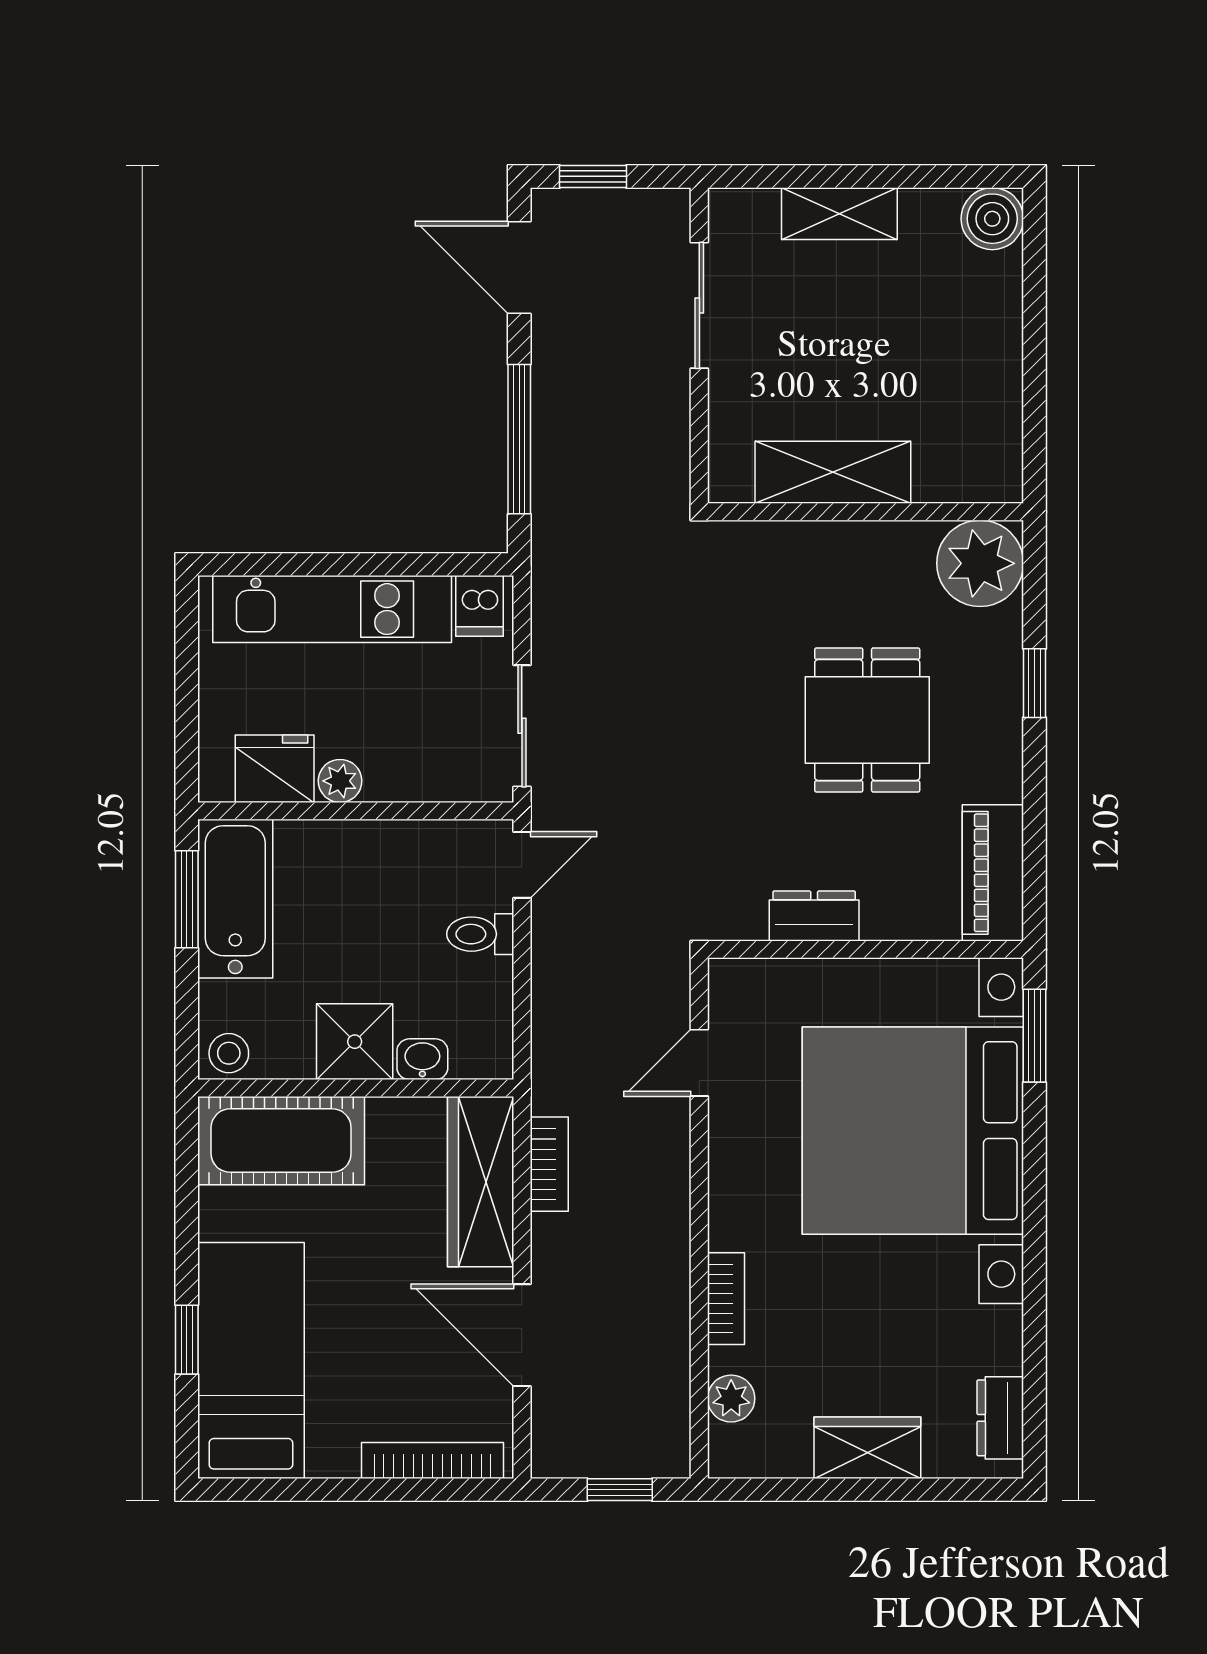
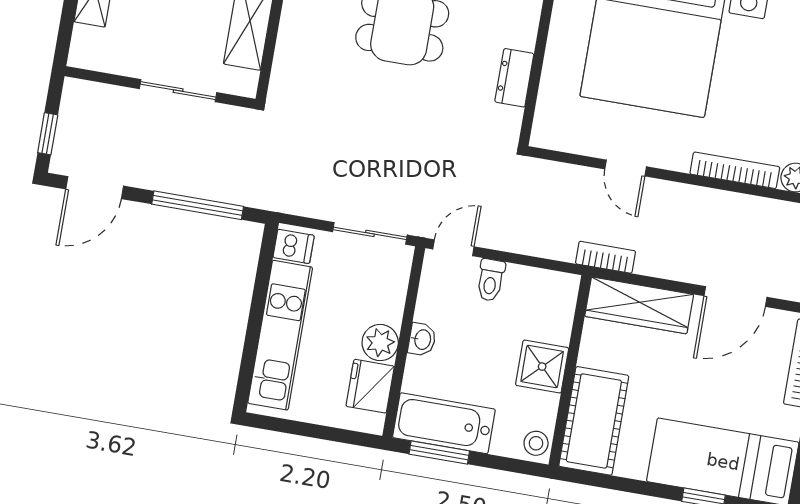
sliding door: (699, 305) -> (178, 91), moved
plant: (340, 781) -> (380, 343), width x1.38, depth x1.38
door: (522, 865) -> (453, 248), hinge flipped
washbasin: (422, 1059) -> (422, 339), moved, turned 180
door: (699, 1063) -> (626, 168), moved
bookcase: (549, 1164) -> (605, 257), moved
bookcase: (726, 1299) -> (735, 170), width x1.56

